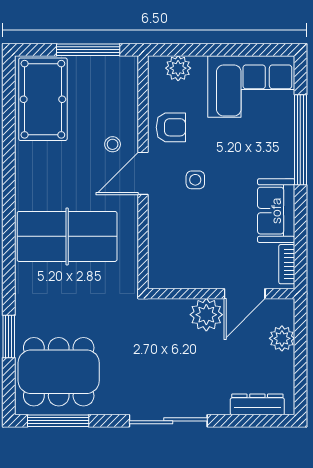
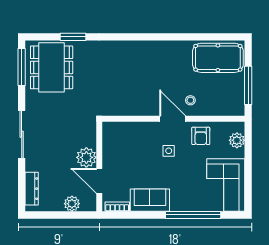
table tennis table: (67, 236) -> (134, 73), removed

